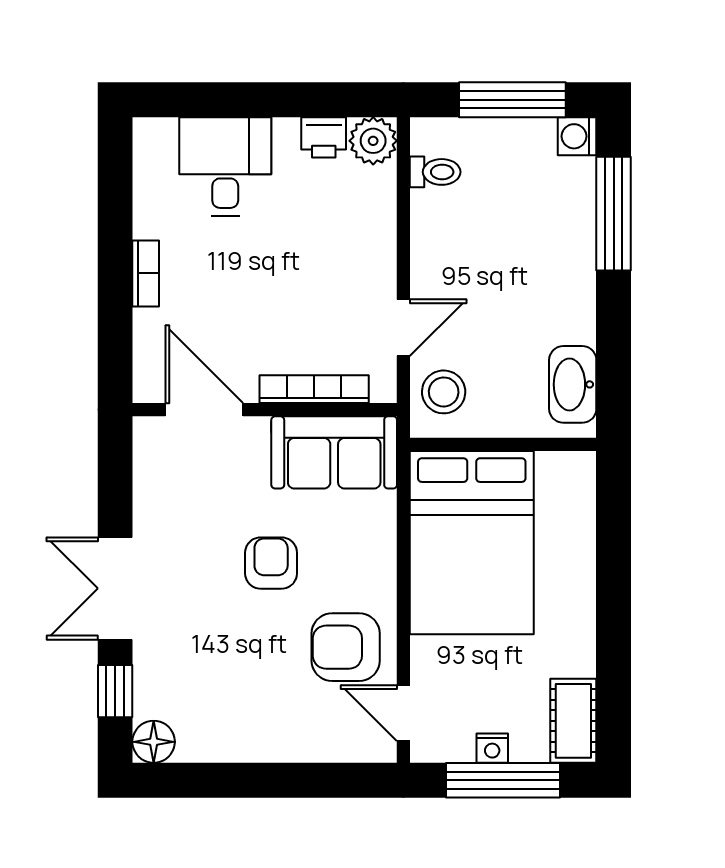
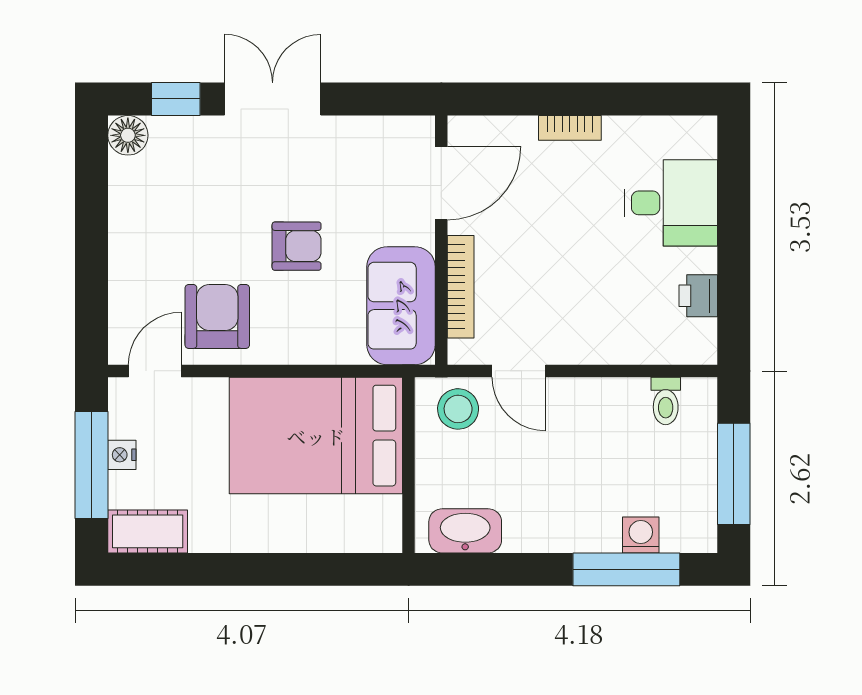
washing machine: (577, 136) -> (641, 535), moved
plant: (373, 141) -> (695, 342), removed

